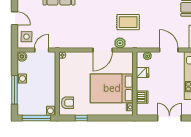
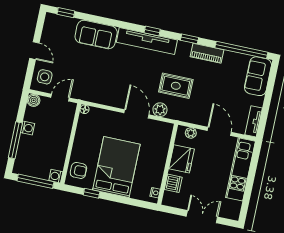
door: (103, 50) -> (136, 114), swing flipped
fridge: (142, 73) -> (182, 159), width x1.88, depth x1.34
bed: (112, 88) -> (116, 167), moved, turned 90

